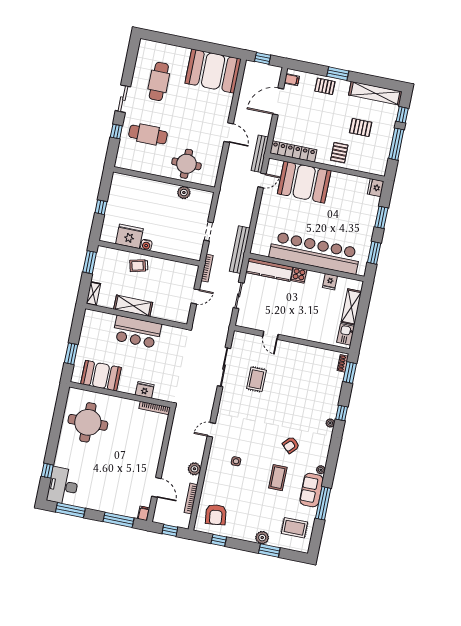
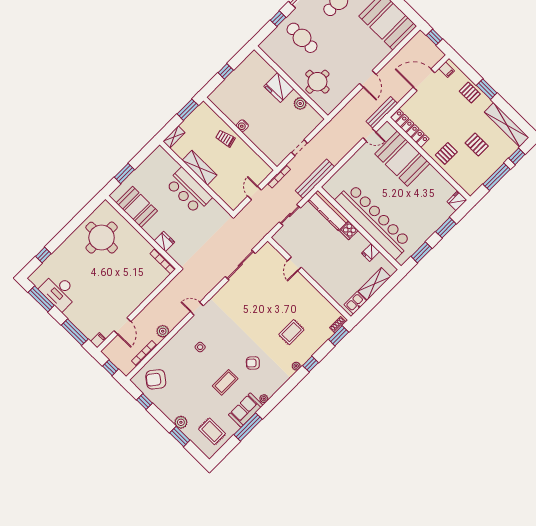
fridge: (129, 236) -> (279, 88), moved, turned 180
door: (195, 296) -> (254, 193), swing flipped
rug: (256, 379) -> (291, 332), moved
desk: (63, 486) -> (59, 291), moved, turned -90
armchair: (216, 515) -> (156, 379), turned 45

